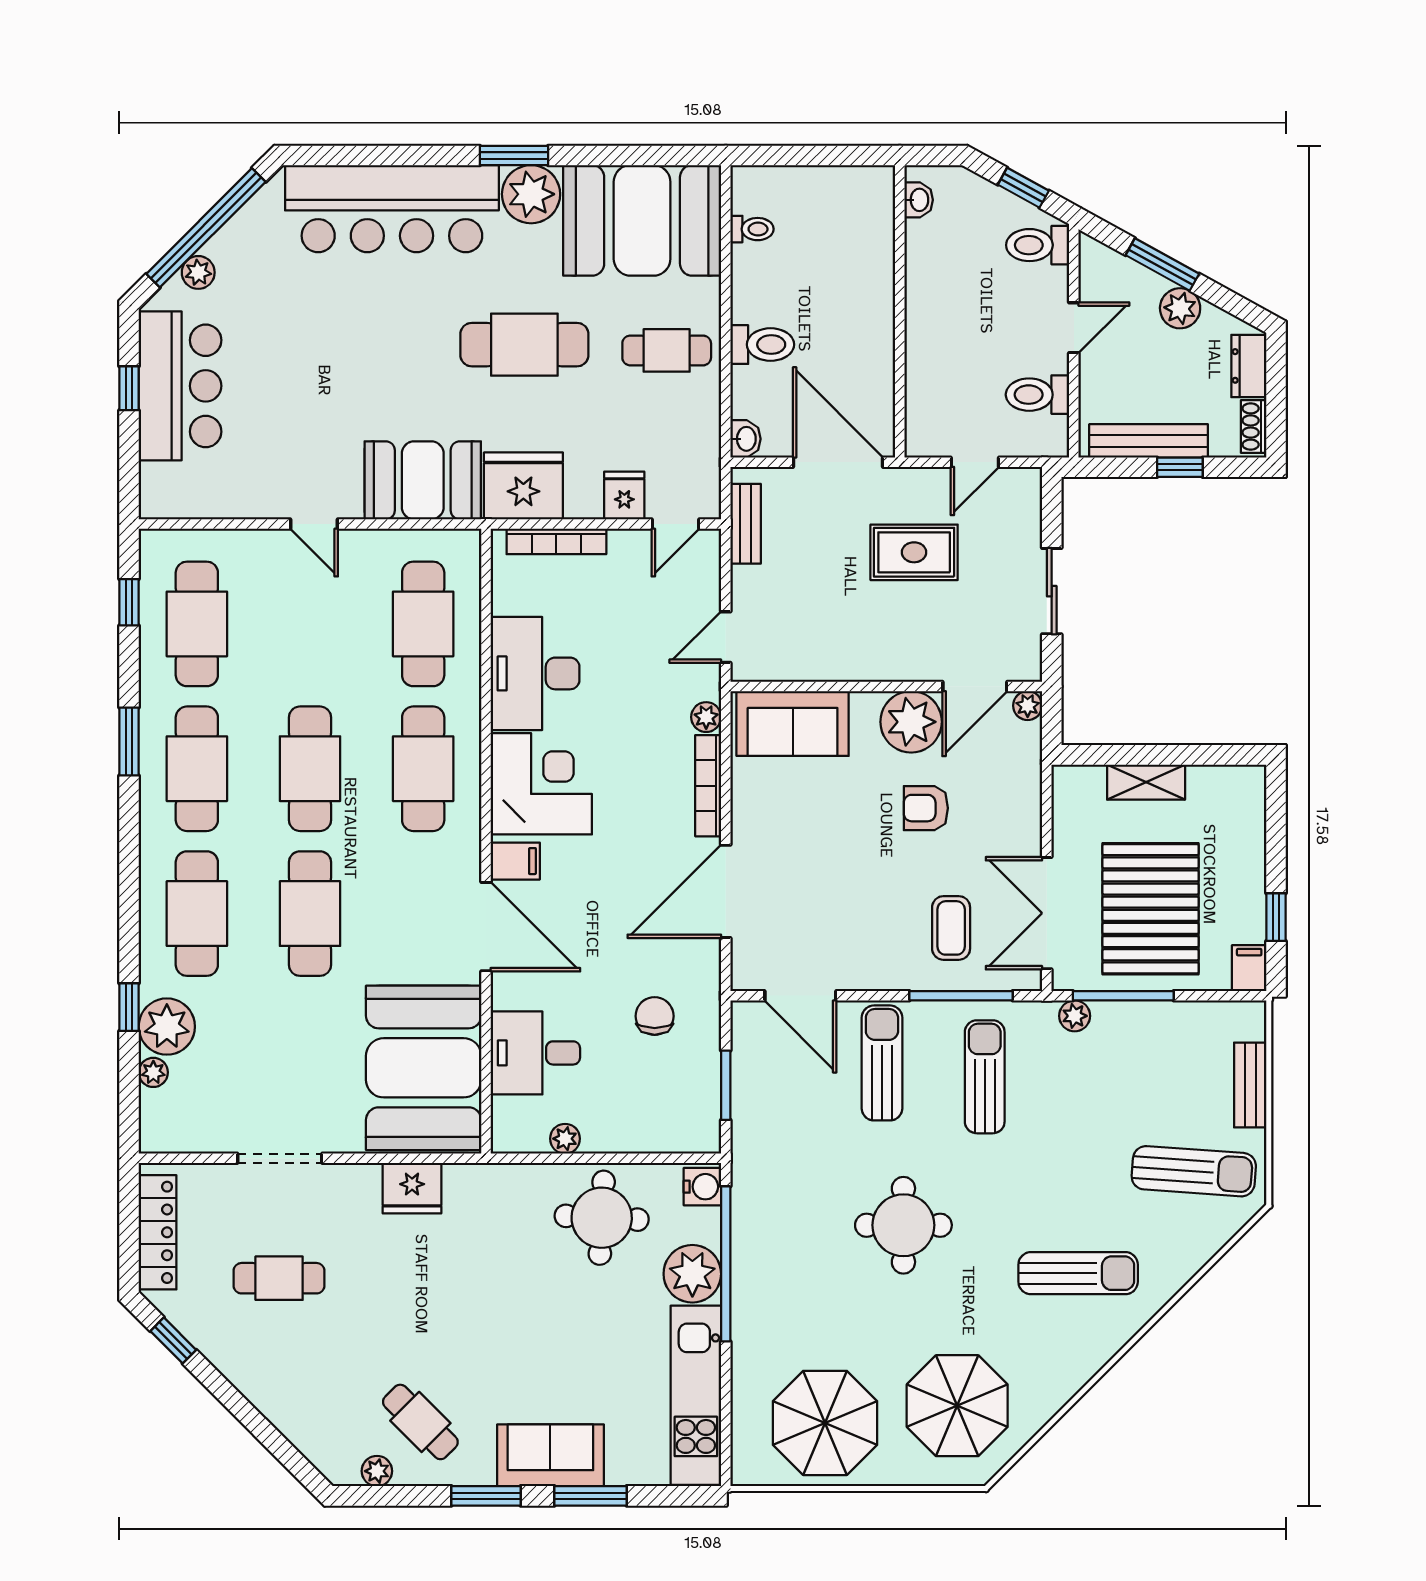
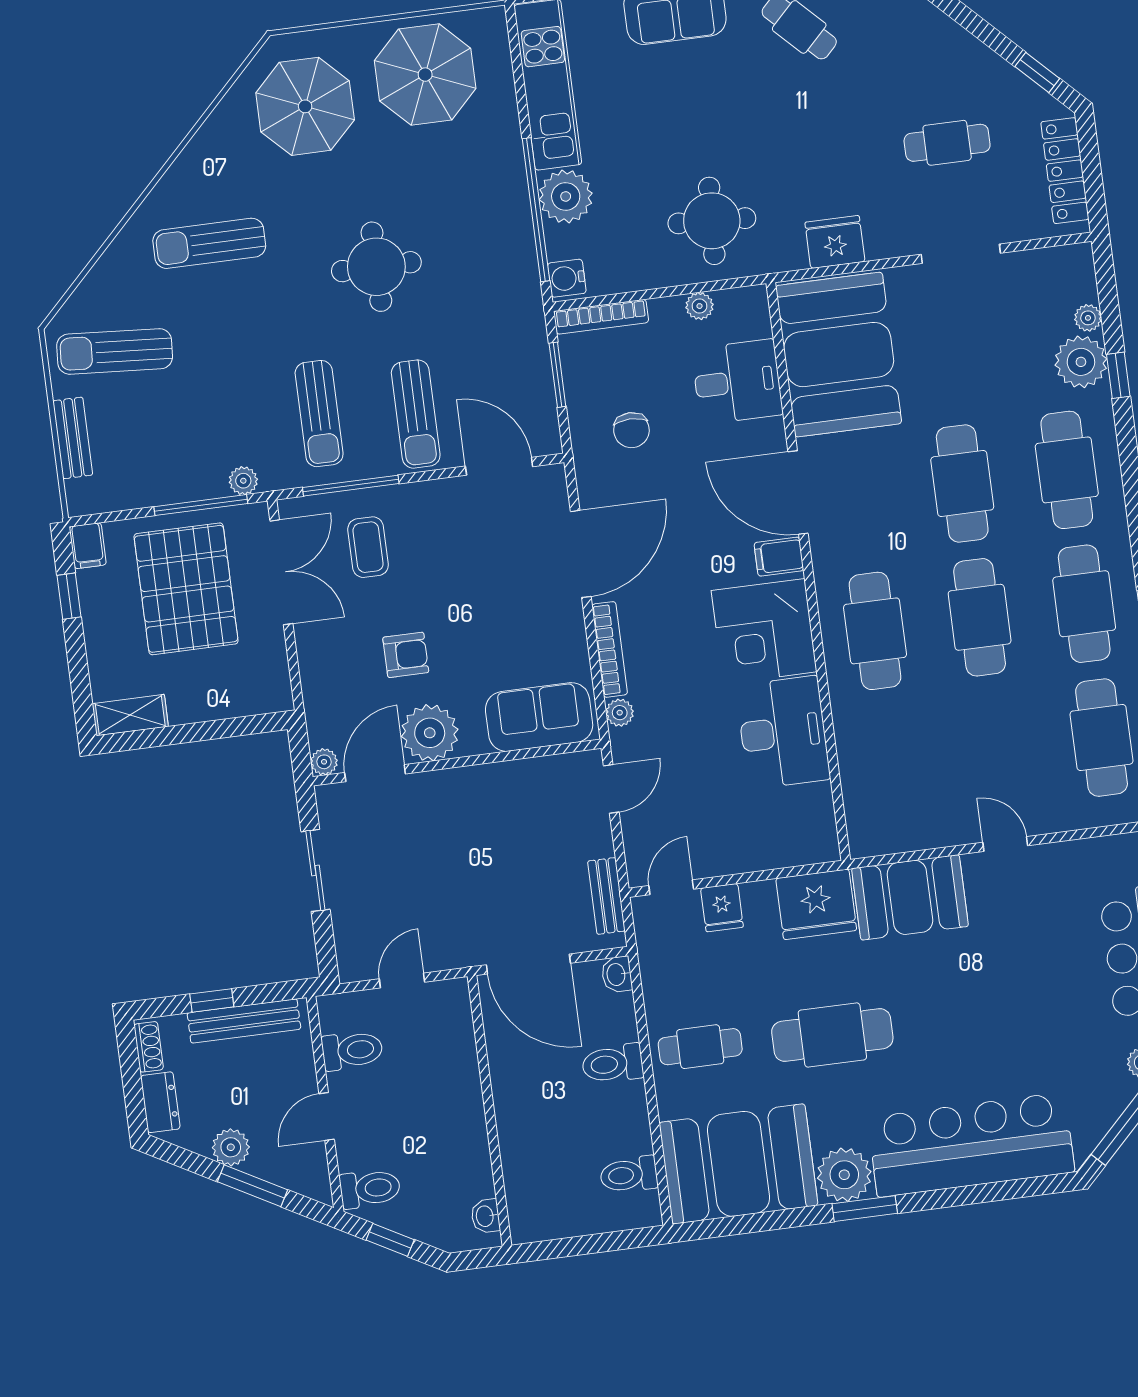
toilet: (752, 229) -> (629, 1175), width x1.37, depth x1.39
bookcase: (556, 541) -> (601, 317), moved, turned 180
rug: (914, 552) -> (447, 890), removed
cafe table: (423, 624) -> (892, 765), removed
shelving: (1146, 782) -> (130, 715), moved
round table: (602, 1218) -> (712, 221), moved

